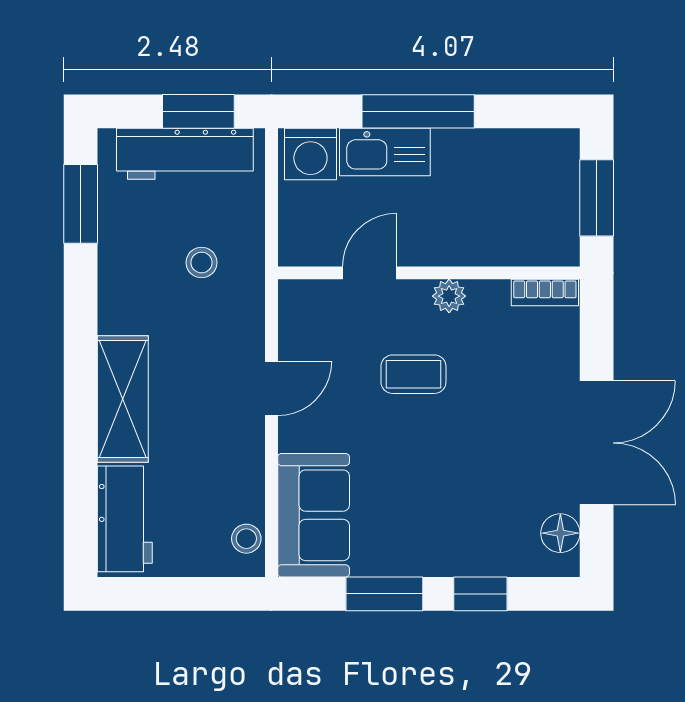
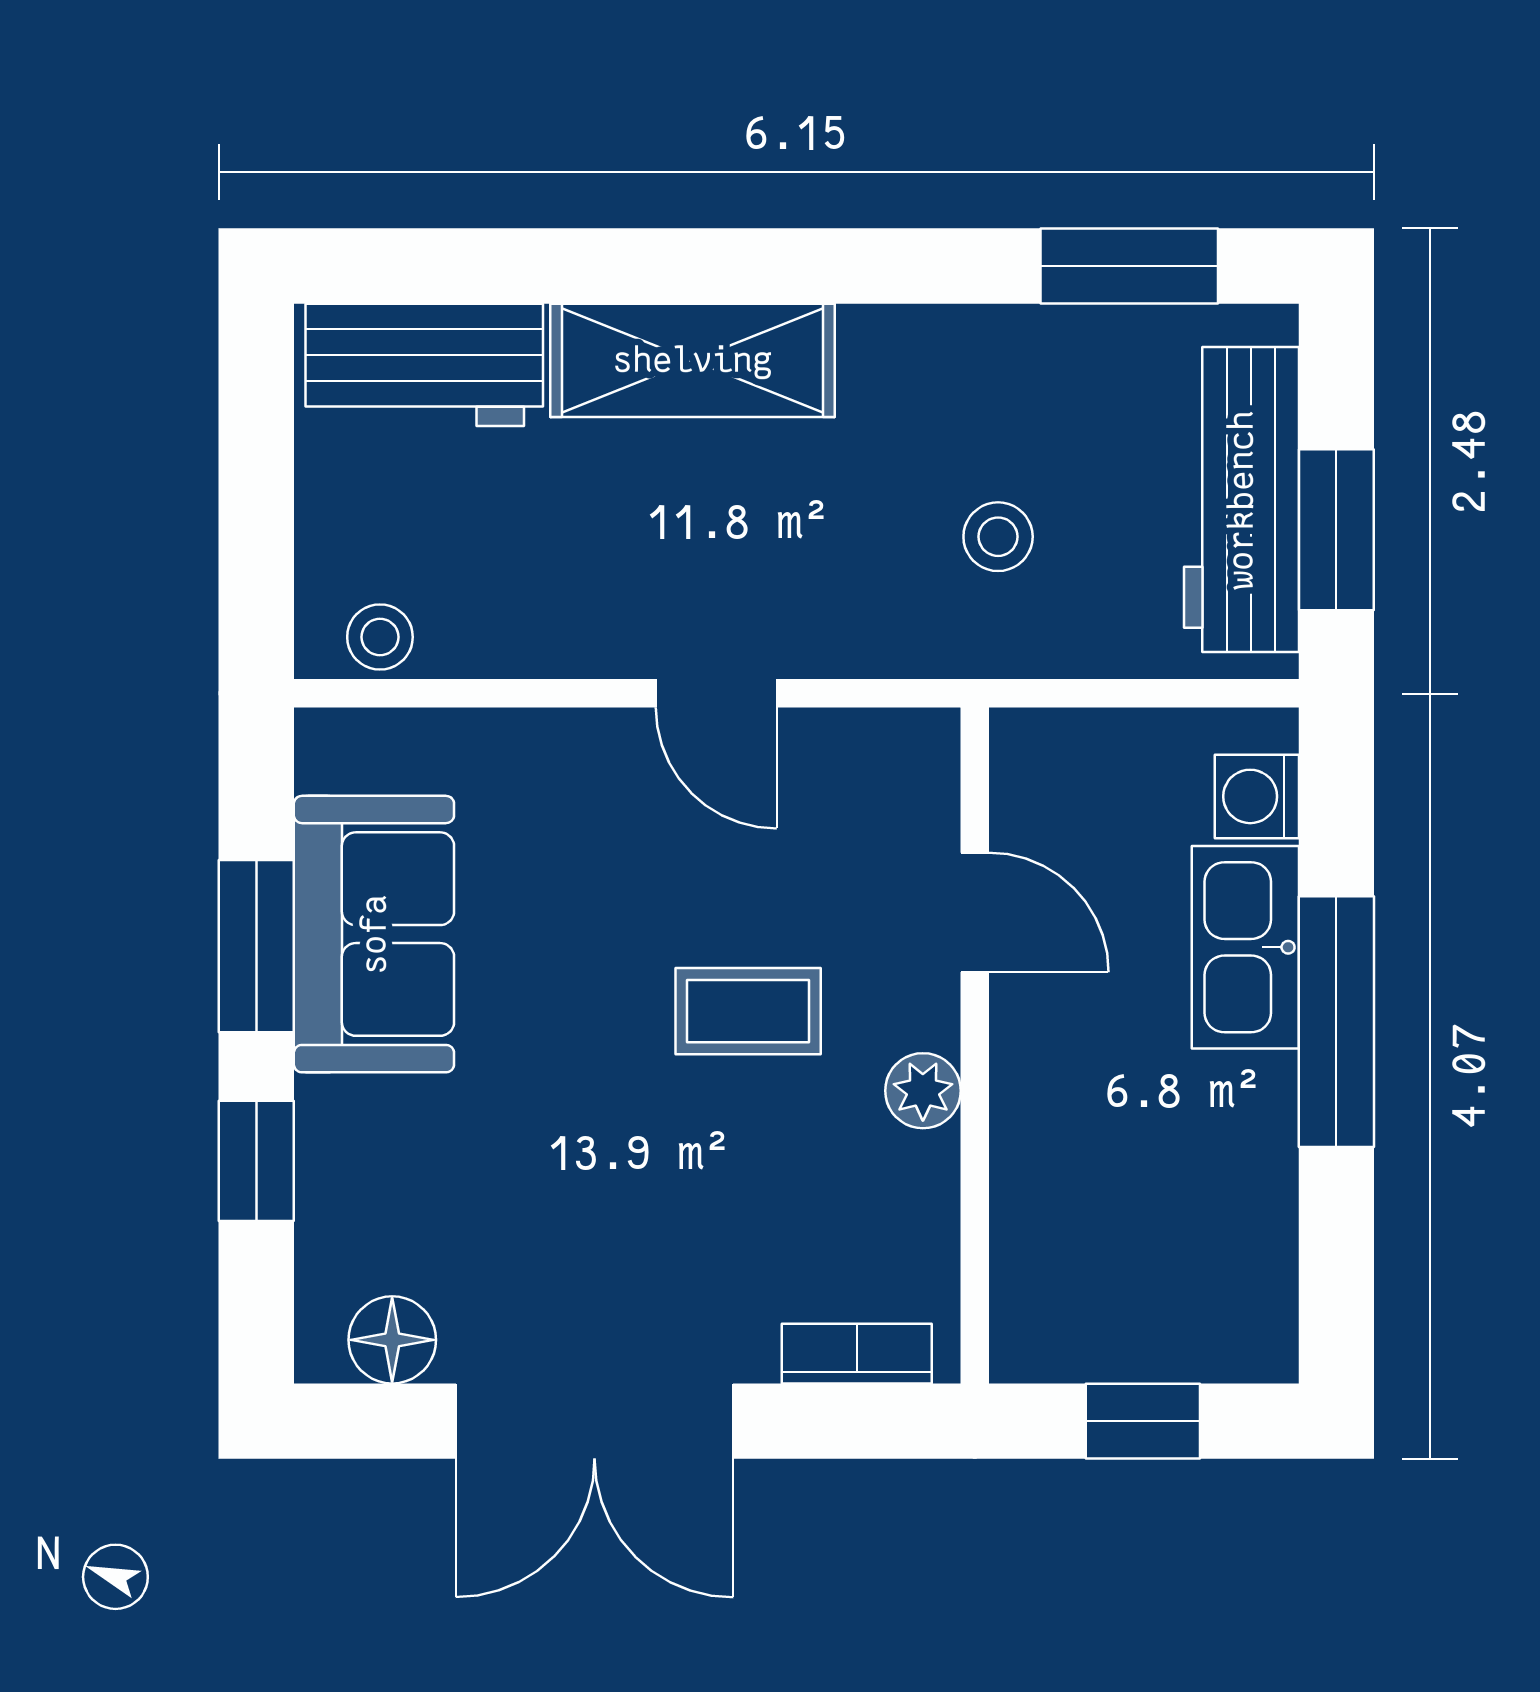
washing machine: (310, 154) -> (1257, 796), width x0.73, depth x0.73
window: (597, 198) -> (1143, 1421), width x0.67
bookcase: (545, 293) -> (857, 1354), moved, turned 90
coffee table: (413, 374) -> (748, 1011), turned 90
sofa: (314, 515) -> (374, 934), moved, turned -90

